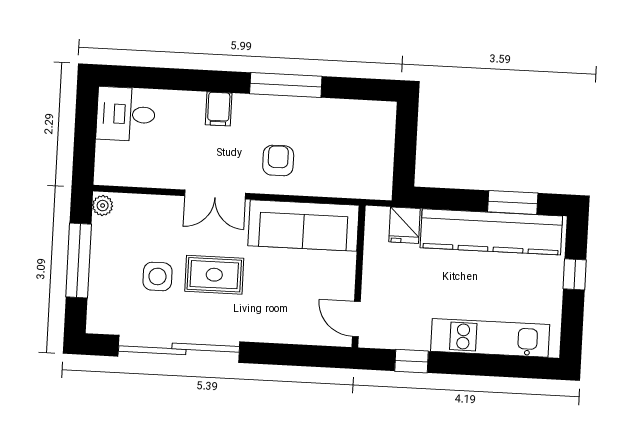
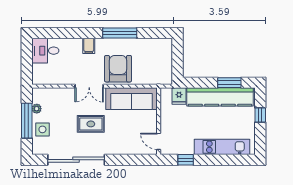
armchair: (278, 160) -> (118, 69), width x1.88, depth x1.88
plant: (103, 206) -> (37, 109), moved
side table: (158, 276) -> (42, 129), moved

